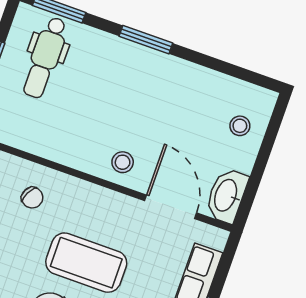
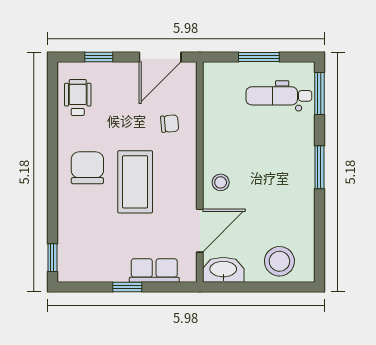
stool: (240, 126) -> (279, 261), width x1.89, depth x1.89
chair: (32, 198) -> (170, 124), turned -122

